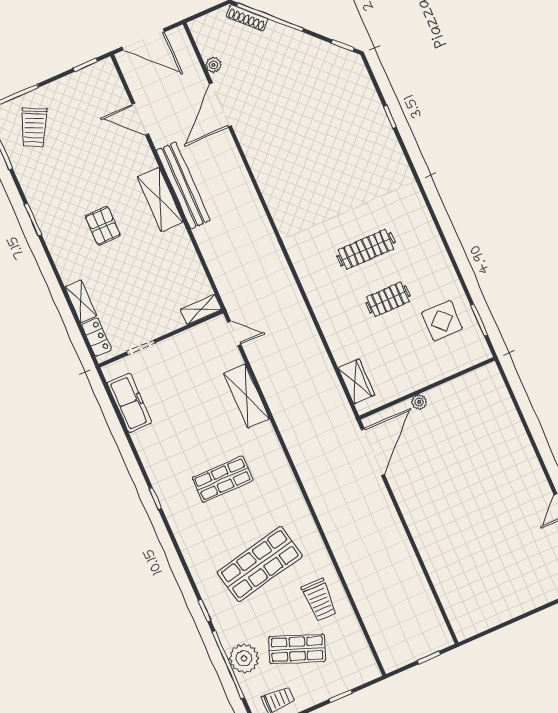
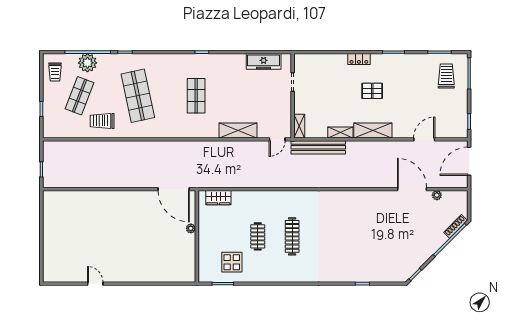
trolley: (34, 127) -> (446, 76), turned 64
bench: (183, 186) -> (318, 147), moved
shelving: (81, 301) -> (340, 132), moved
locker: (97, 337) -> (359, 59), moved

